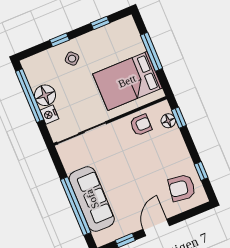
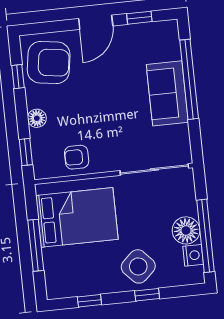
side table: (72, 59) -> (138, 266), width x1.87, depth x1.87
nightstand: (49, 114) -> (193, 255), moved
floor lamp: (168, 121) -> (37, 118), moved
armchair: (182, 188) -> (49, 62), width x1.36, depth x1.36
sofa: (92, 199) -> (167, 93), width x0.73

